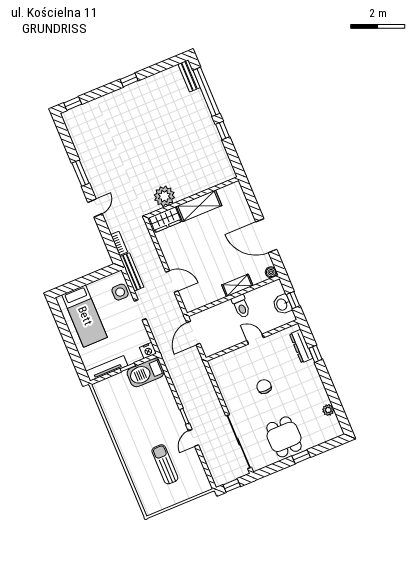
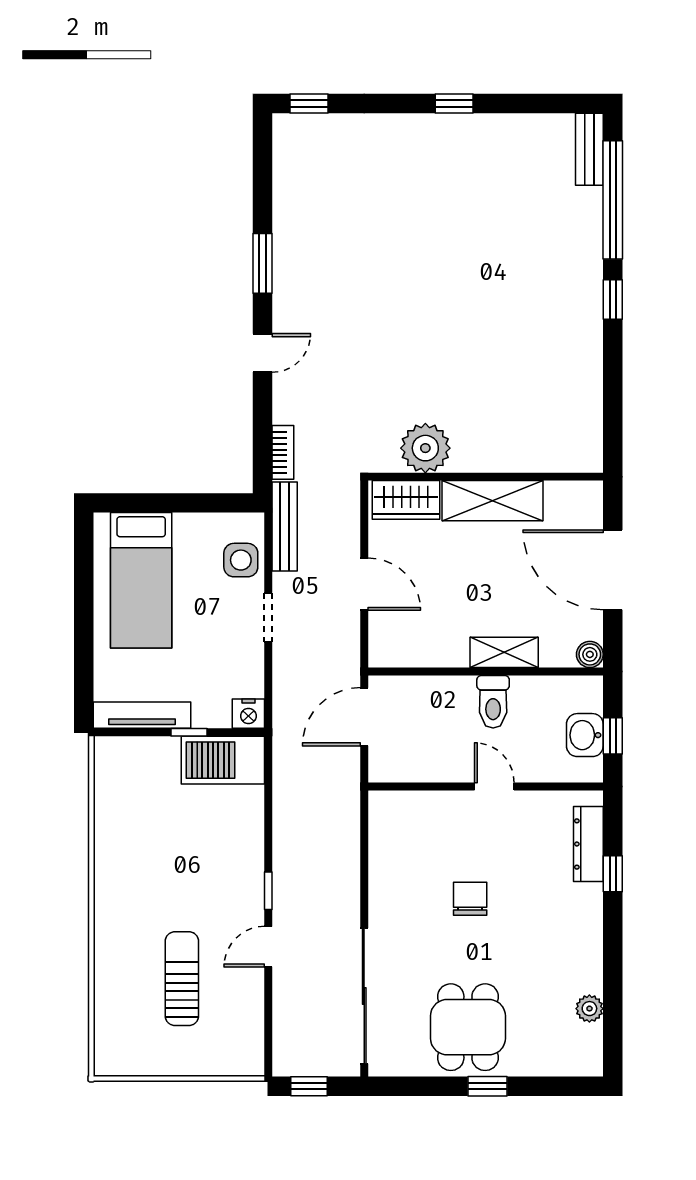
plant: (164, 196) -> (425, 448), moved
wall: (192, 198) -> (486, 477), moved
shelving: (199, 206) -> (493, 501), moved
wardrobe: (165, 220) -> (406, 500), moved

